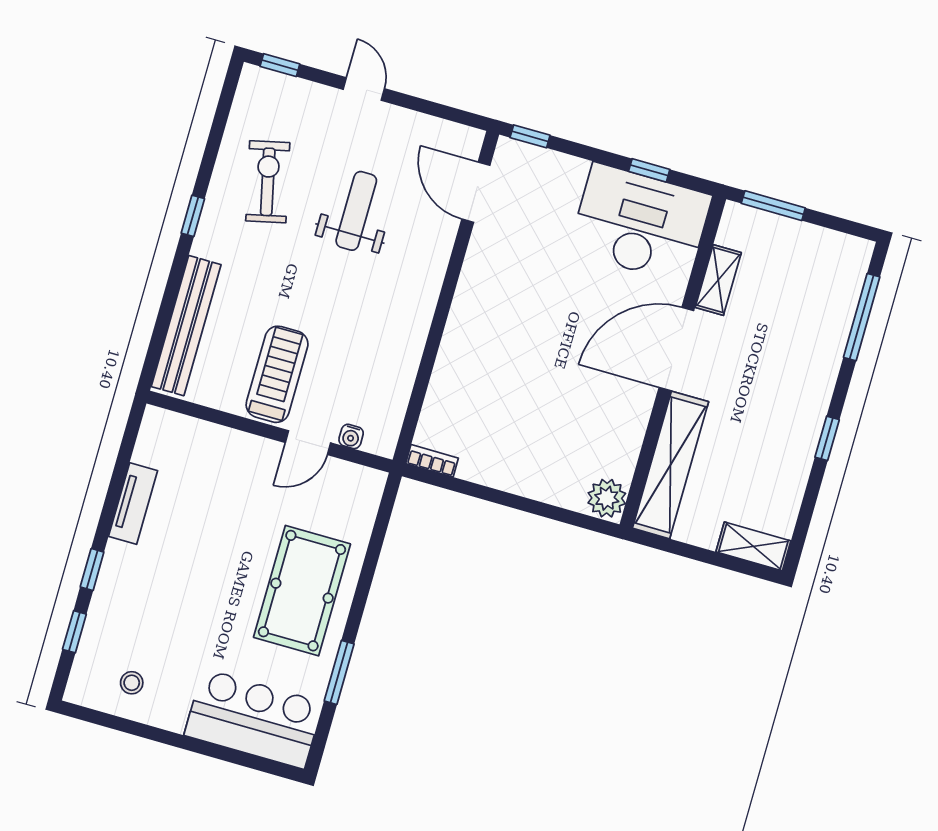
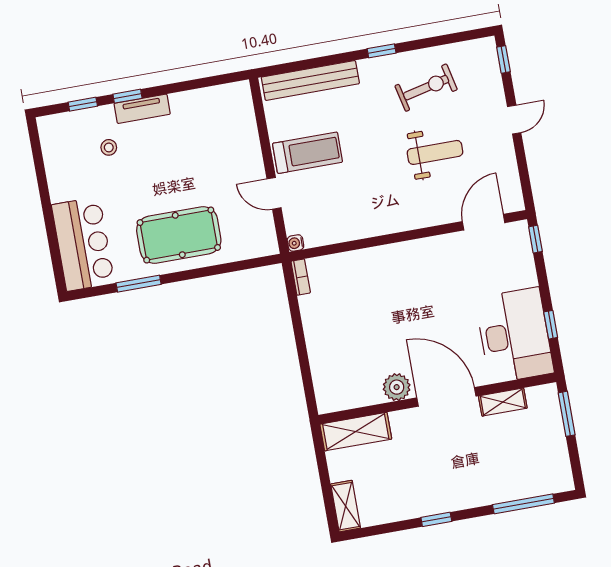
water cooler: (351, 436) -> (295, 243), moved
shelving: (671, 465) -> (356, 432), width x0.68
plant: (607, 498) -> (397, 387), moved
tv unit: (133, 503) -> (142, 109), moved
stool: (132, 683) -> (109, 147), moved

